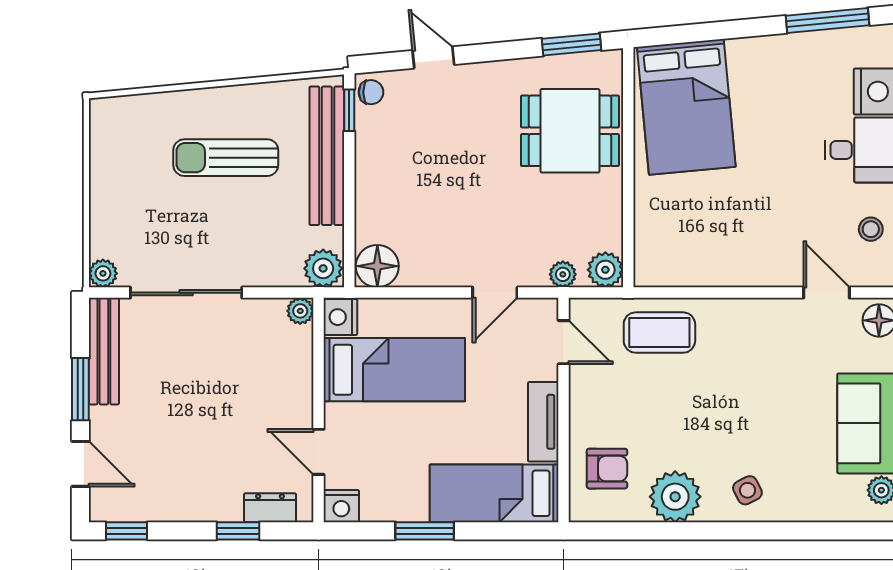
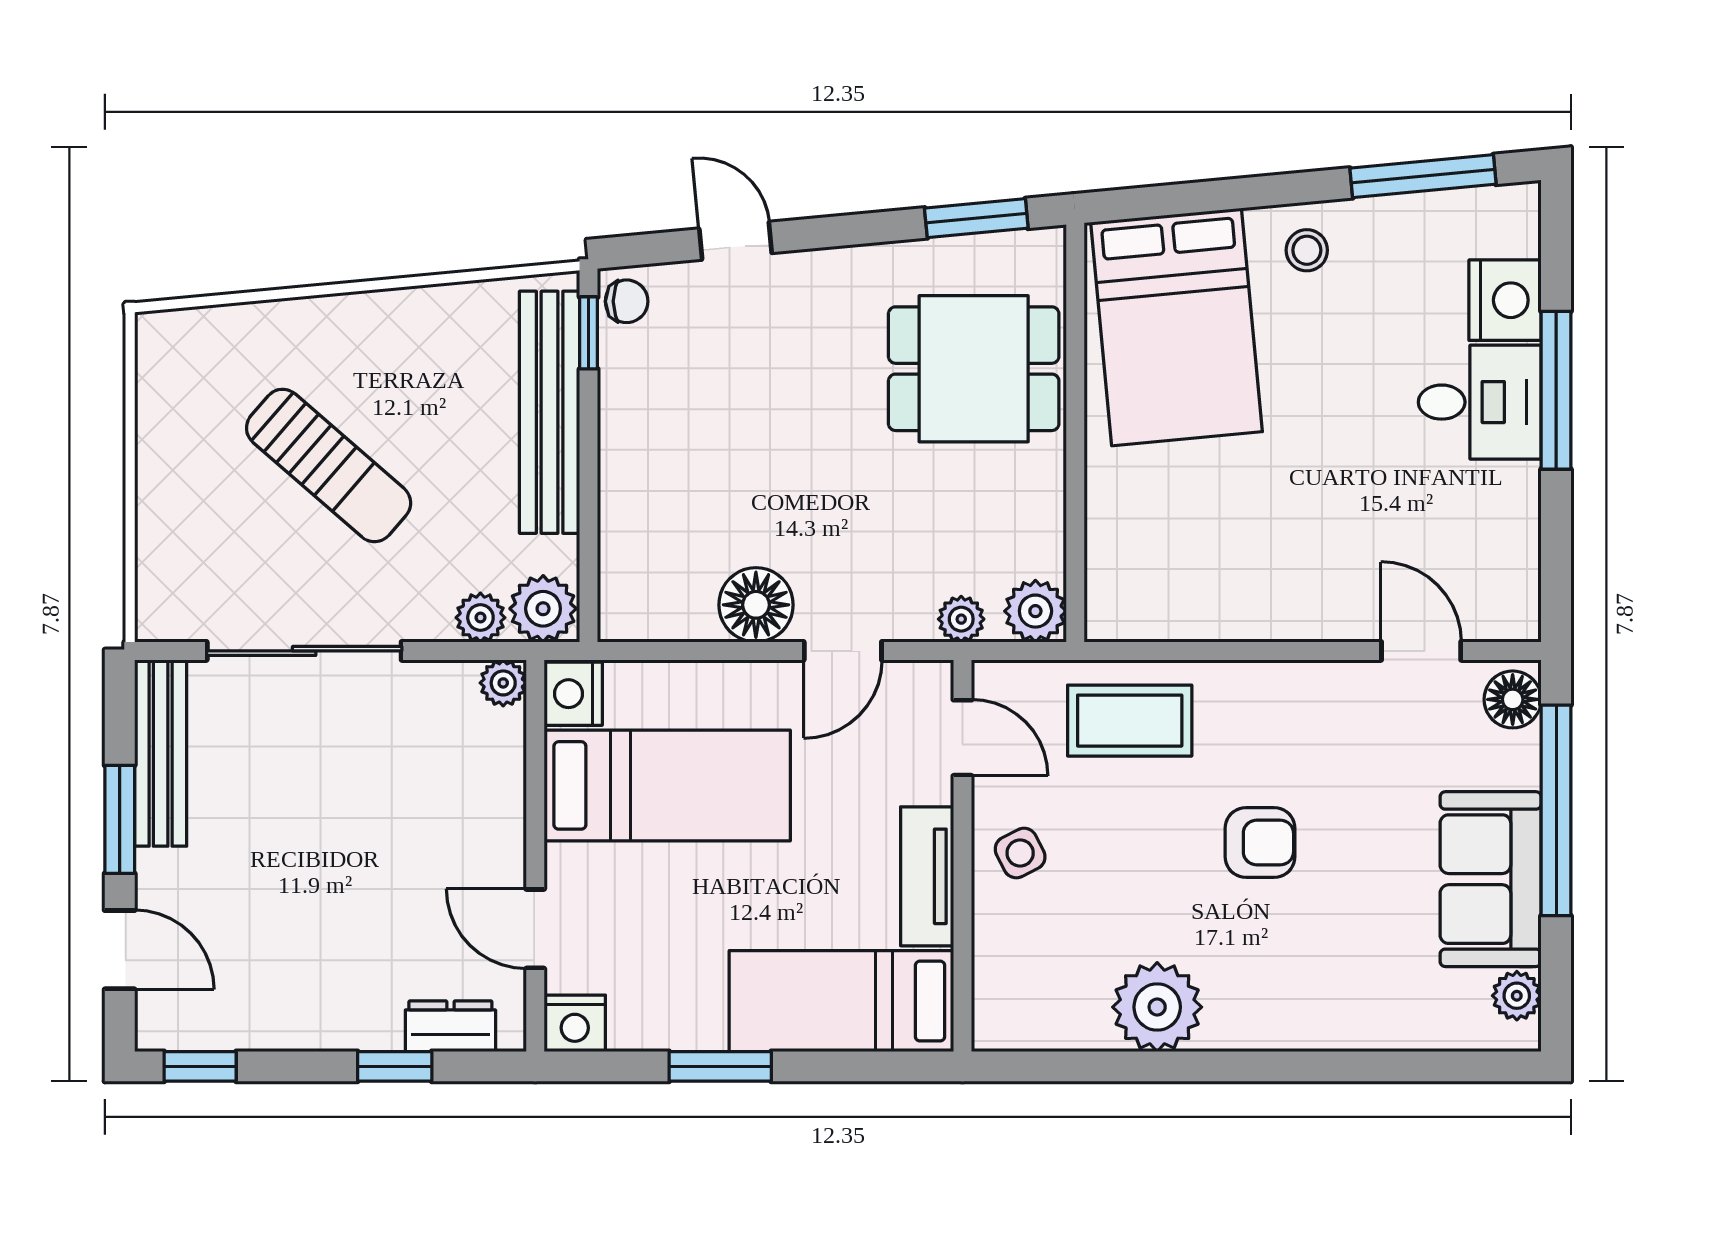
sun lounger: (226, 158) -> (329, 465), moved, turned -139
stool: (871, 229) -> (1307, 250), moved
floor lamp: (377, 266) -> (756, 605), moved
plant: (103, 273) -> (480, 618), moved
armchair: (607, 469) -> (1260, 842), moved
side table: (747, 490) -> (1020, 853), moved

